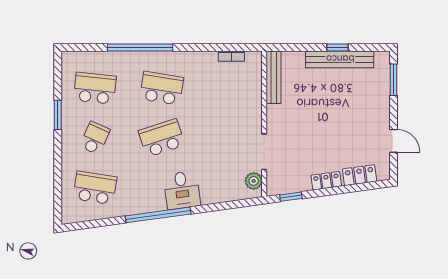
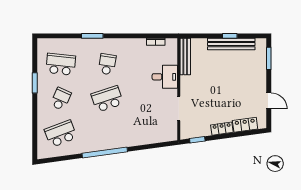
window: (140, 48) -> (92, 36), width x0.47
school desk: (162, 88) -> (107, 64), width x0.54
plant: (254, 181) -> (171, 129), removed
school desk: (95, 188) -> (61, 134), turned -30
desk: (182, 190) -> (165, 77), moved, turned -82

